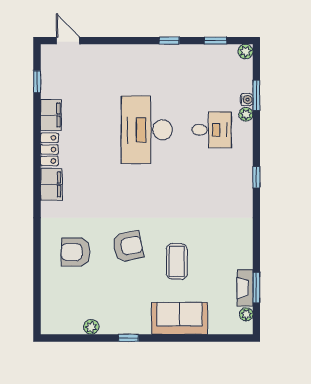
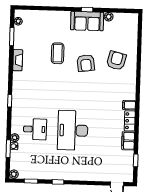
desk: (147, 130) -> (73, 130), turned 180
desk: (212, 130) -> (35, 129), turned 180
filing cabinet: (51, 184) -> (129, 105), width x0.50
armchair: (128, 246) -> (86, 63), turned -87
armchair: (76, 252) -> (116, 61), turned -76
fireplace: (245, 288) -> (18, 60), moved
sofa: (180, 318) -> (87, 21), moved

